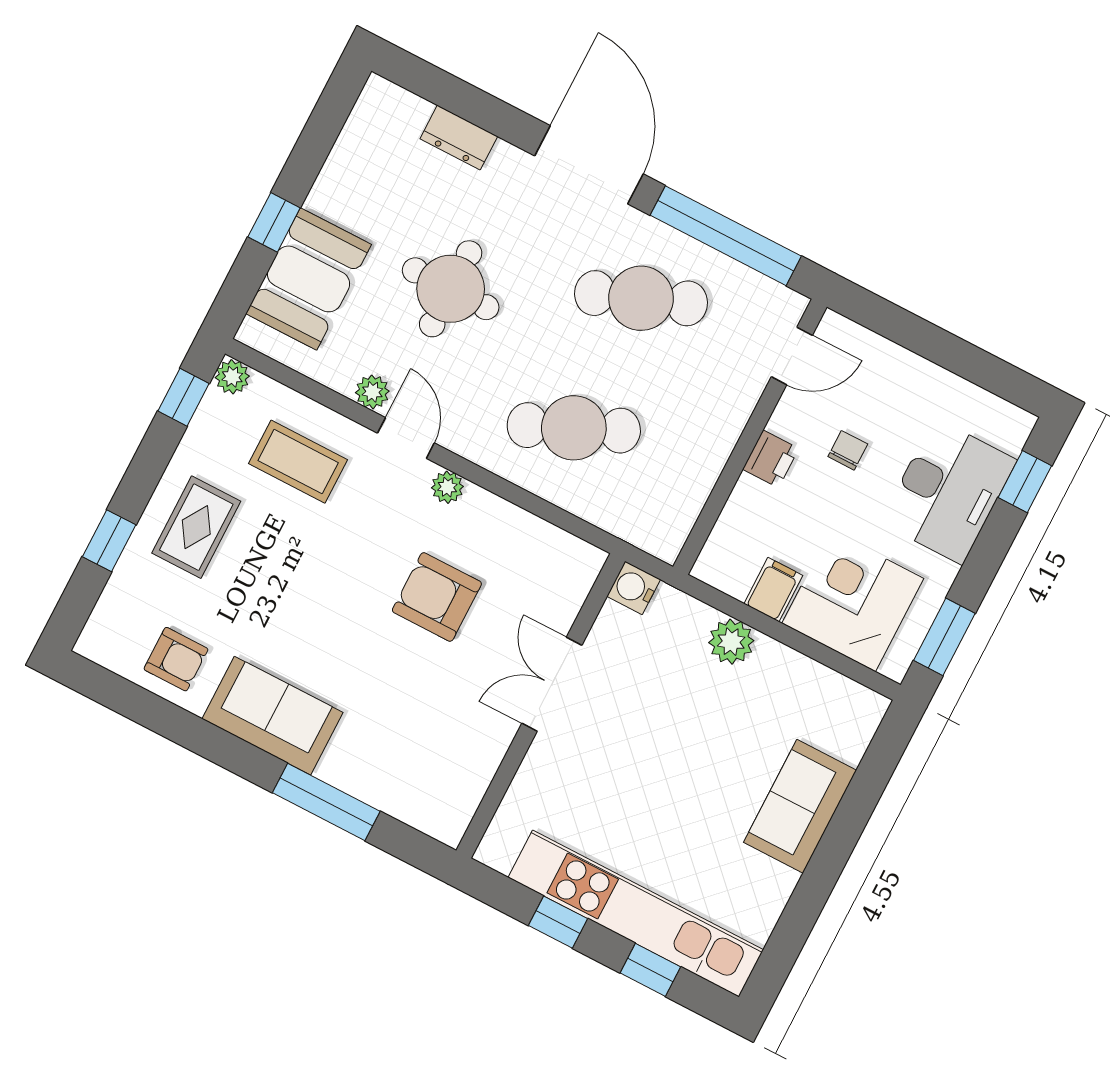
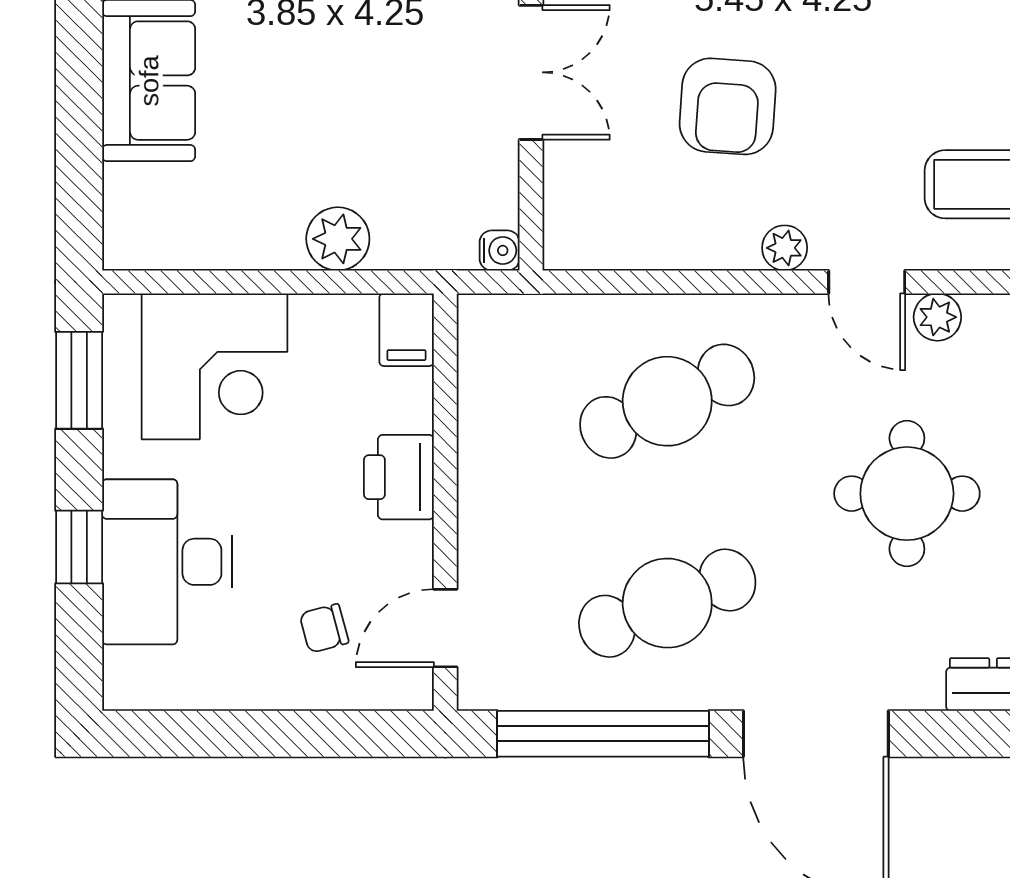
chair: (848, 450) -> (324, 628), moved, turned 75
printer: (771, 459) -> (399, 477), width x1.36, depth x1.24
window: (1025, 482) -> (79, 547), moved
water cooler: (634, 588) -> (500, 250), width x0.72, depth x0.72
filing cabinet: (773, 590) -> (407, 330), moved
armchair: (437, 597) -> (728, 106), turned 94

